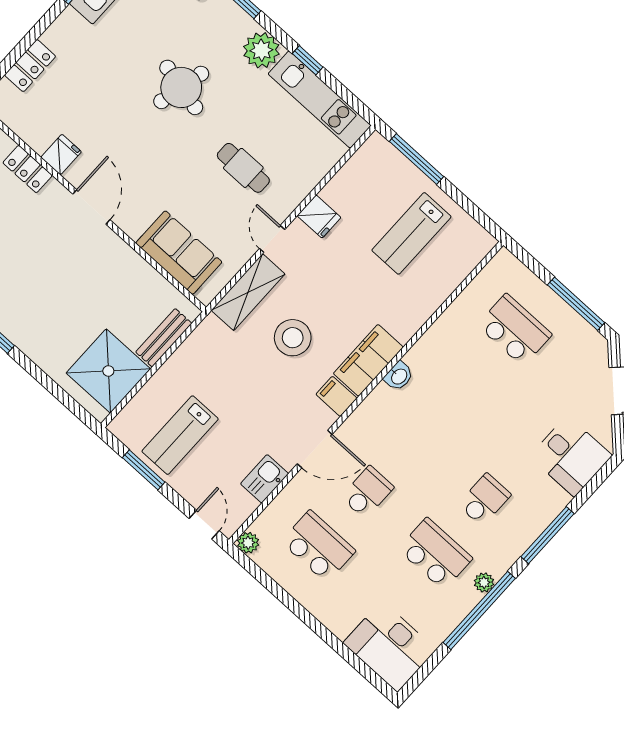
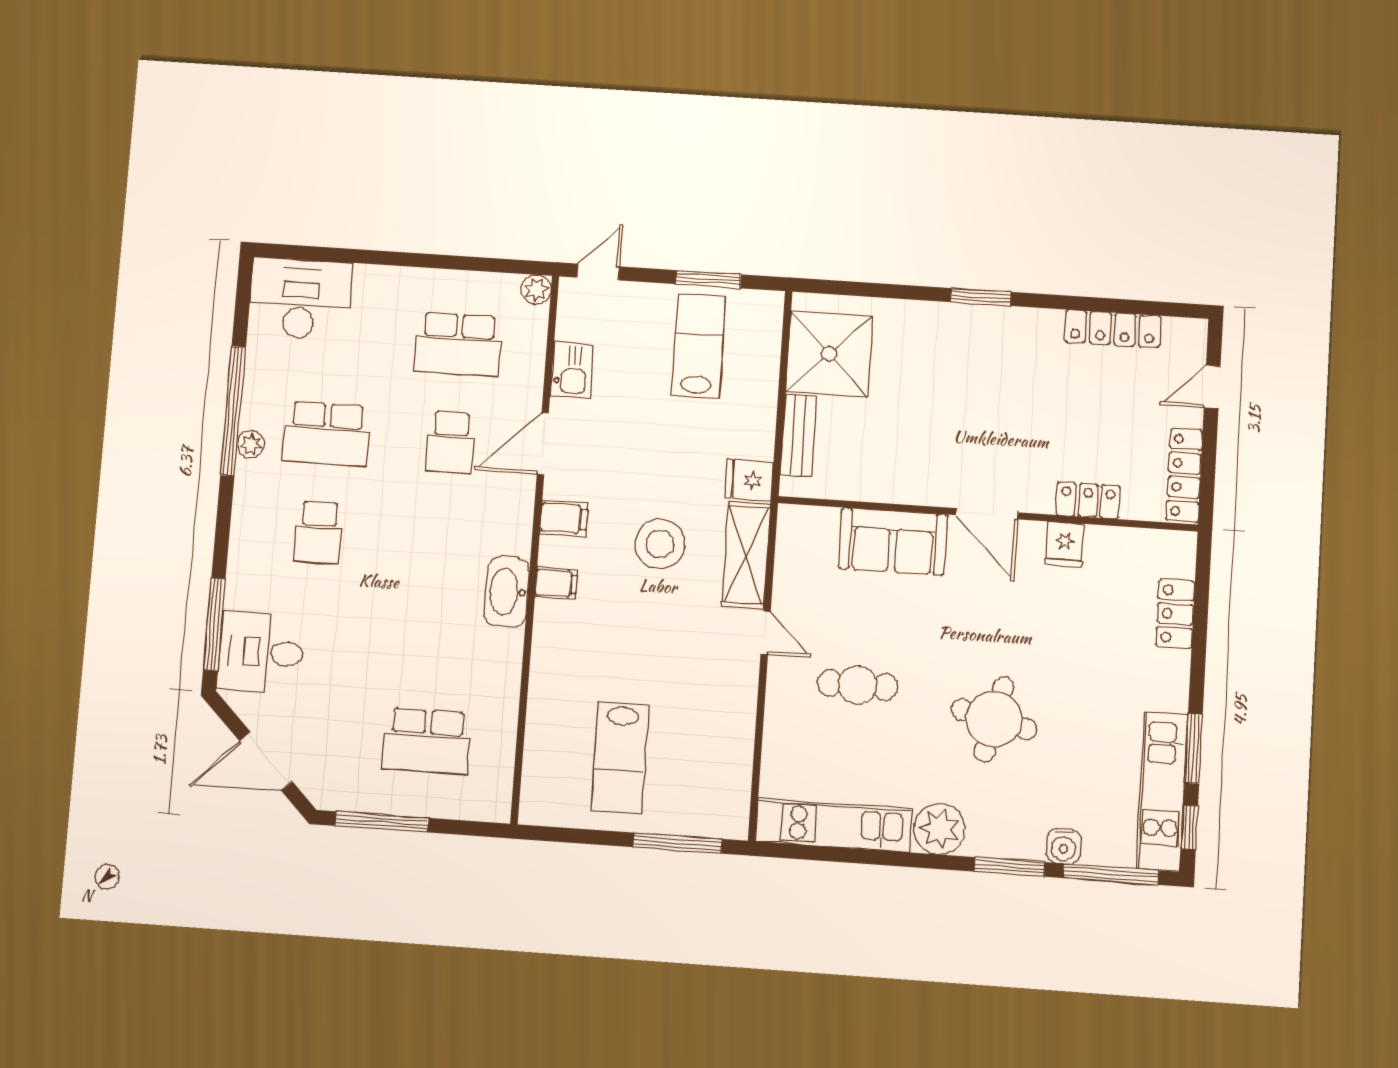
window: (308, 60) -> (881, 858), removed
fridge: (319, 217) -> (749, 481), moved
lab bench: (411, 233) -> (620, 757), turned 180
sofa: (179, 253) -> (893, 541), moved
filing cabinet: (368, 360) -> (556, 583), width x0.33, depth x0.86
washbasin: (399, 376) -> (507, 592), width x1.91, depth x1.45
door: (204, 525) -> (598, 272), swing flipped
window: (548, 535) -> (214, 624), moved

